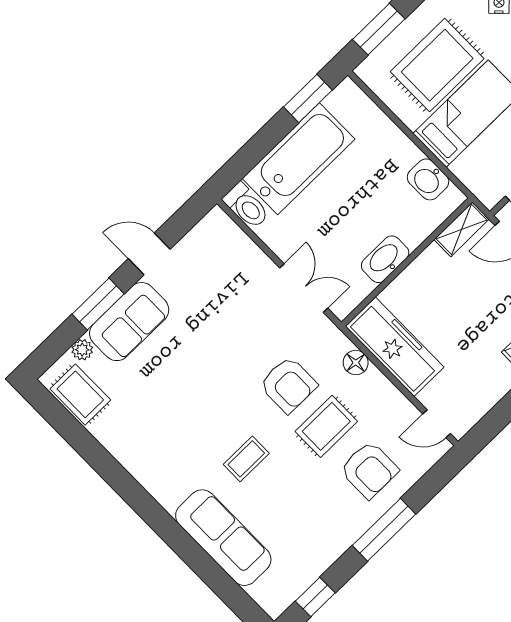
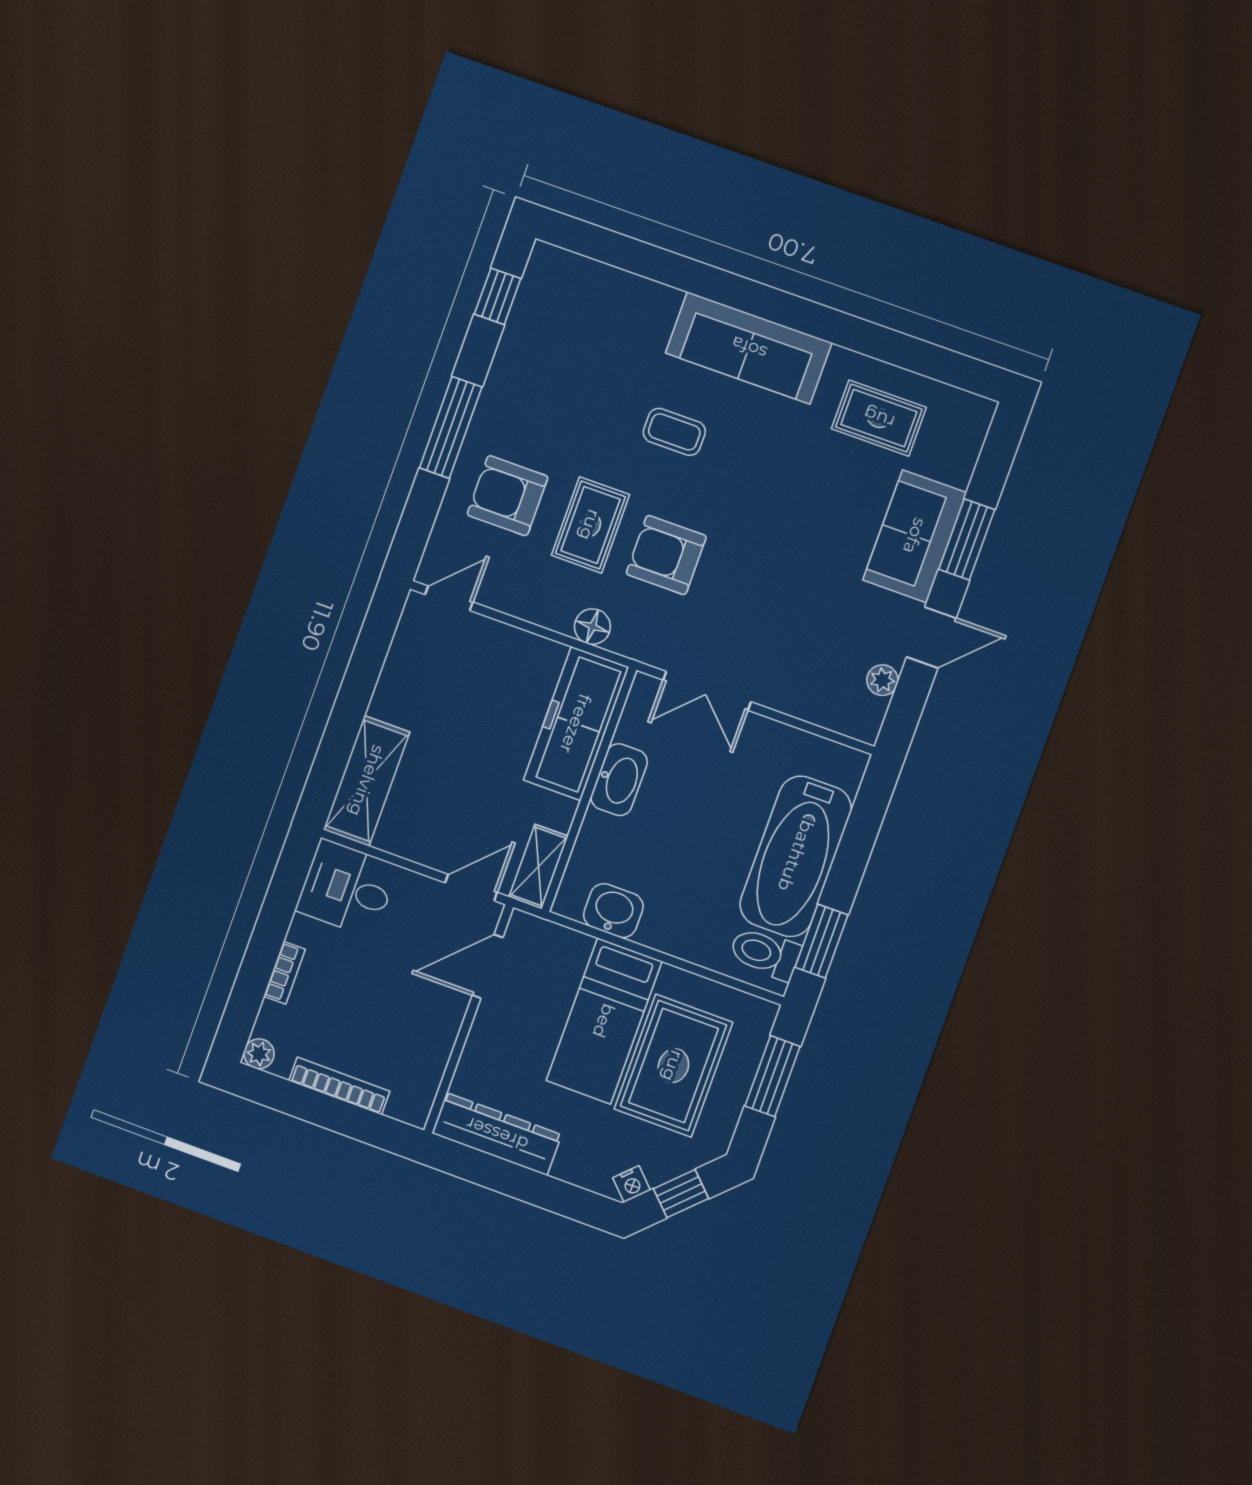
toilet: (246, 206) -> (765, 953), moved
freezer: (395, 347) -> (576, 724), moved, turned 90
plant: (82, 350) -> (882, 680), moved
rug: (80, 394) -> (879, 418), moved
coffee table: (246, 459) -> (674, 432), turned 90
sofa: (223, 538) -> (749, 348), moved

